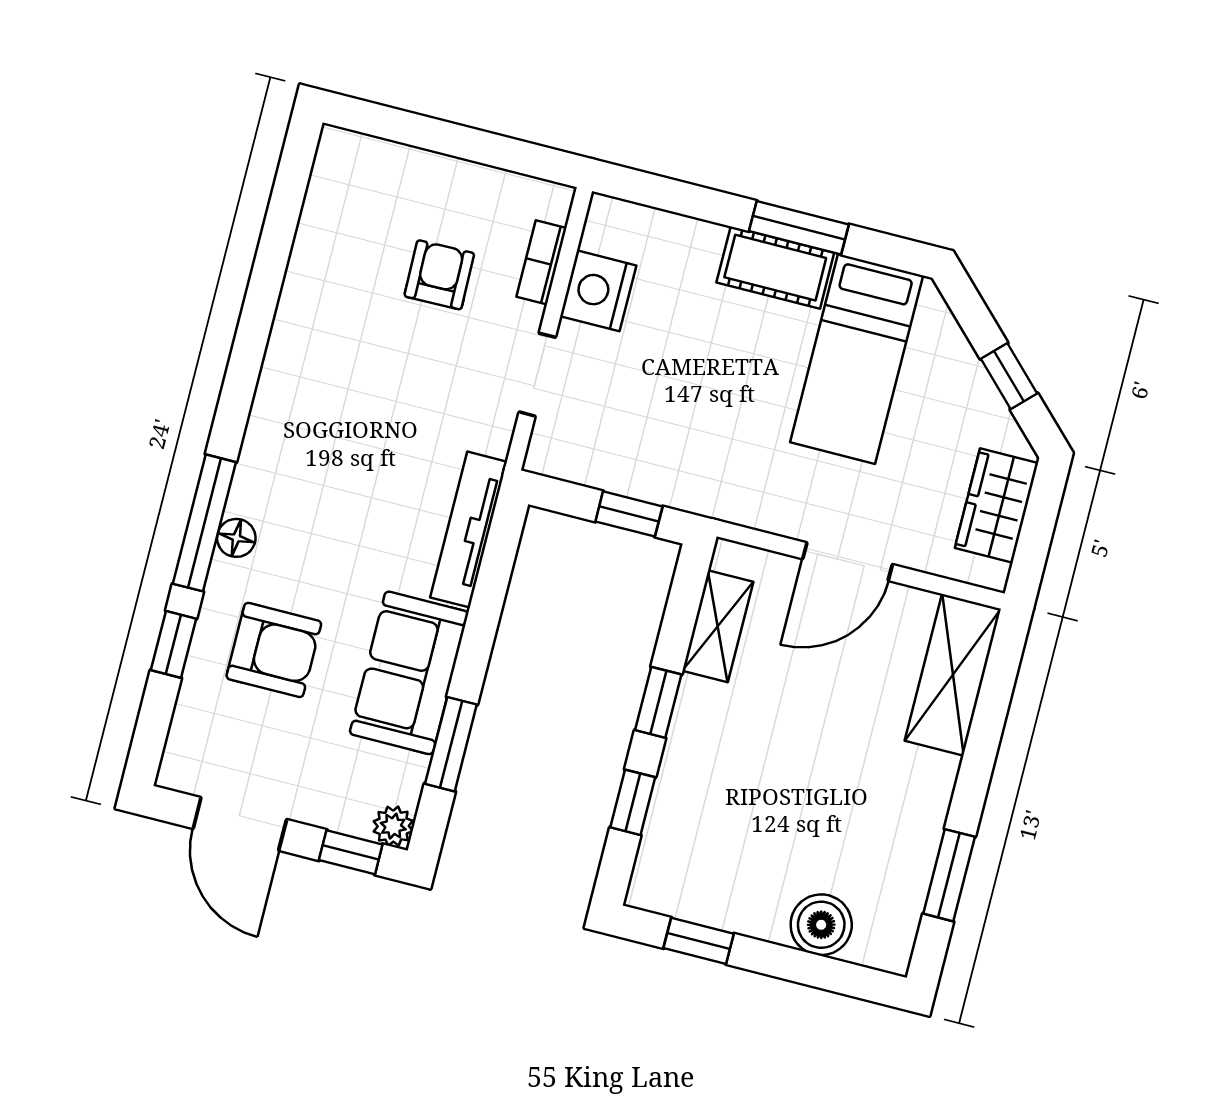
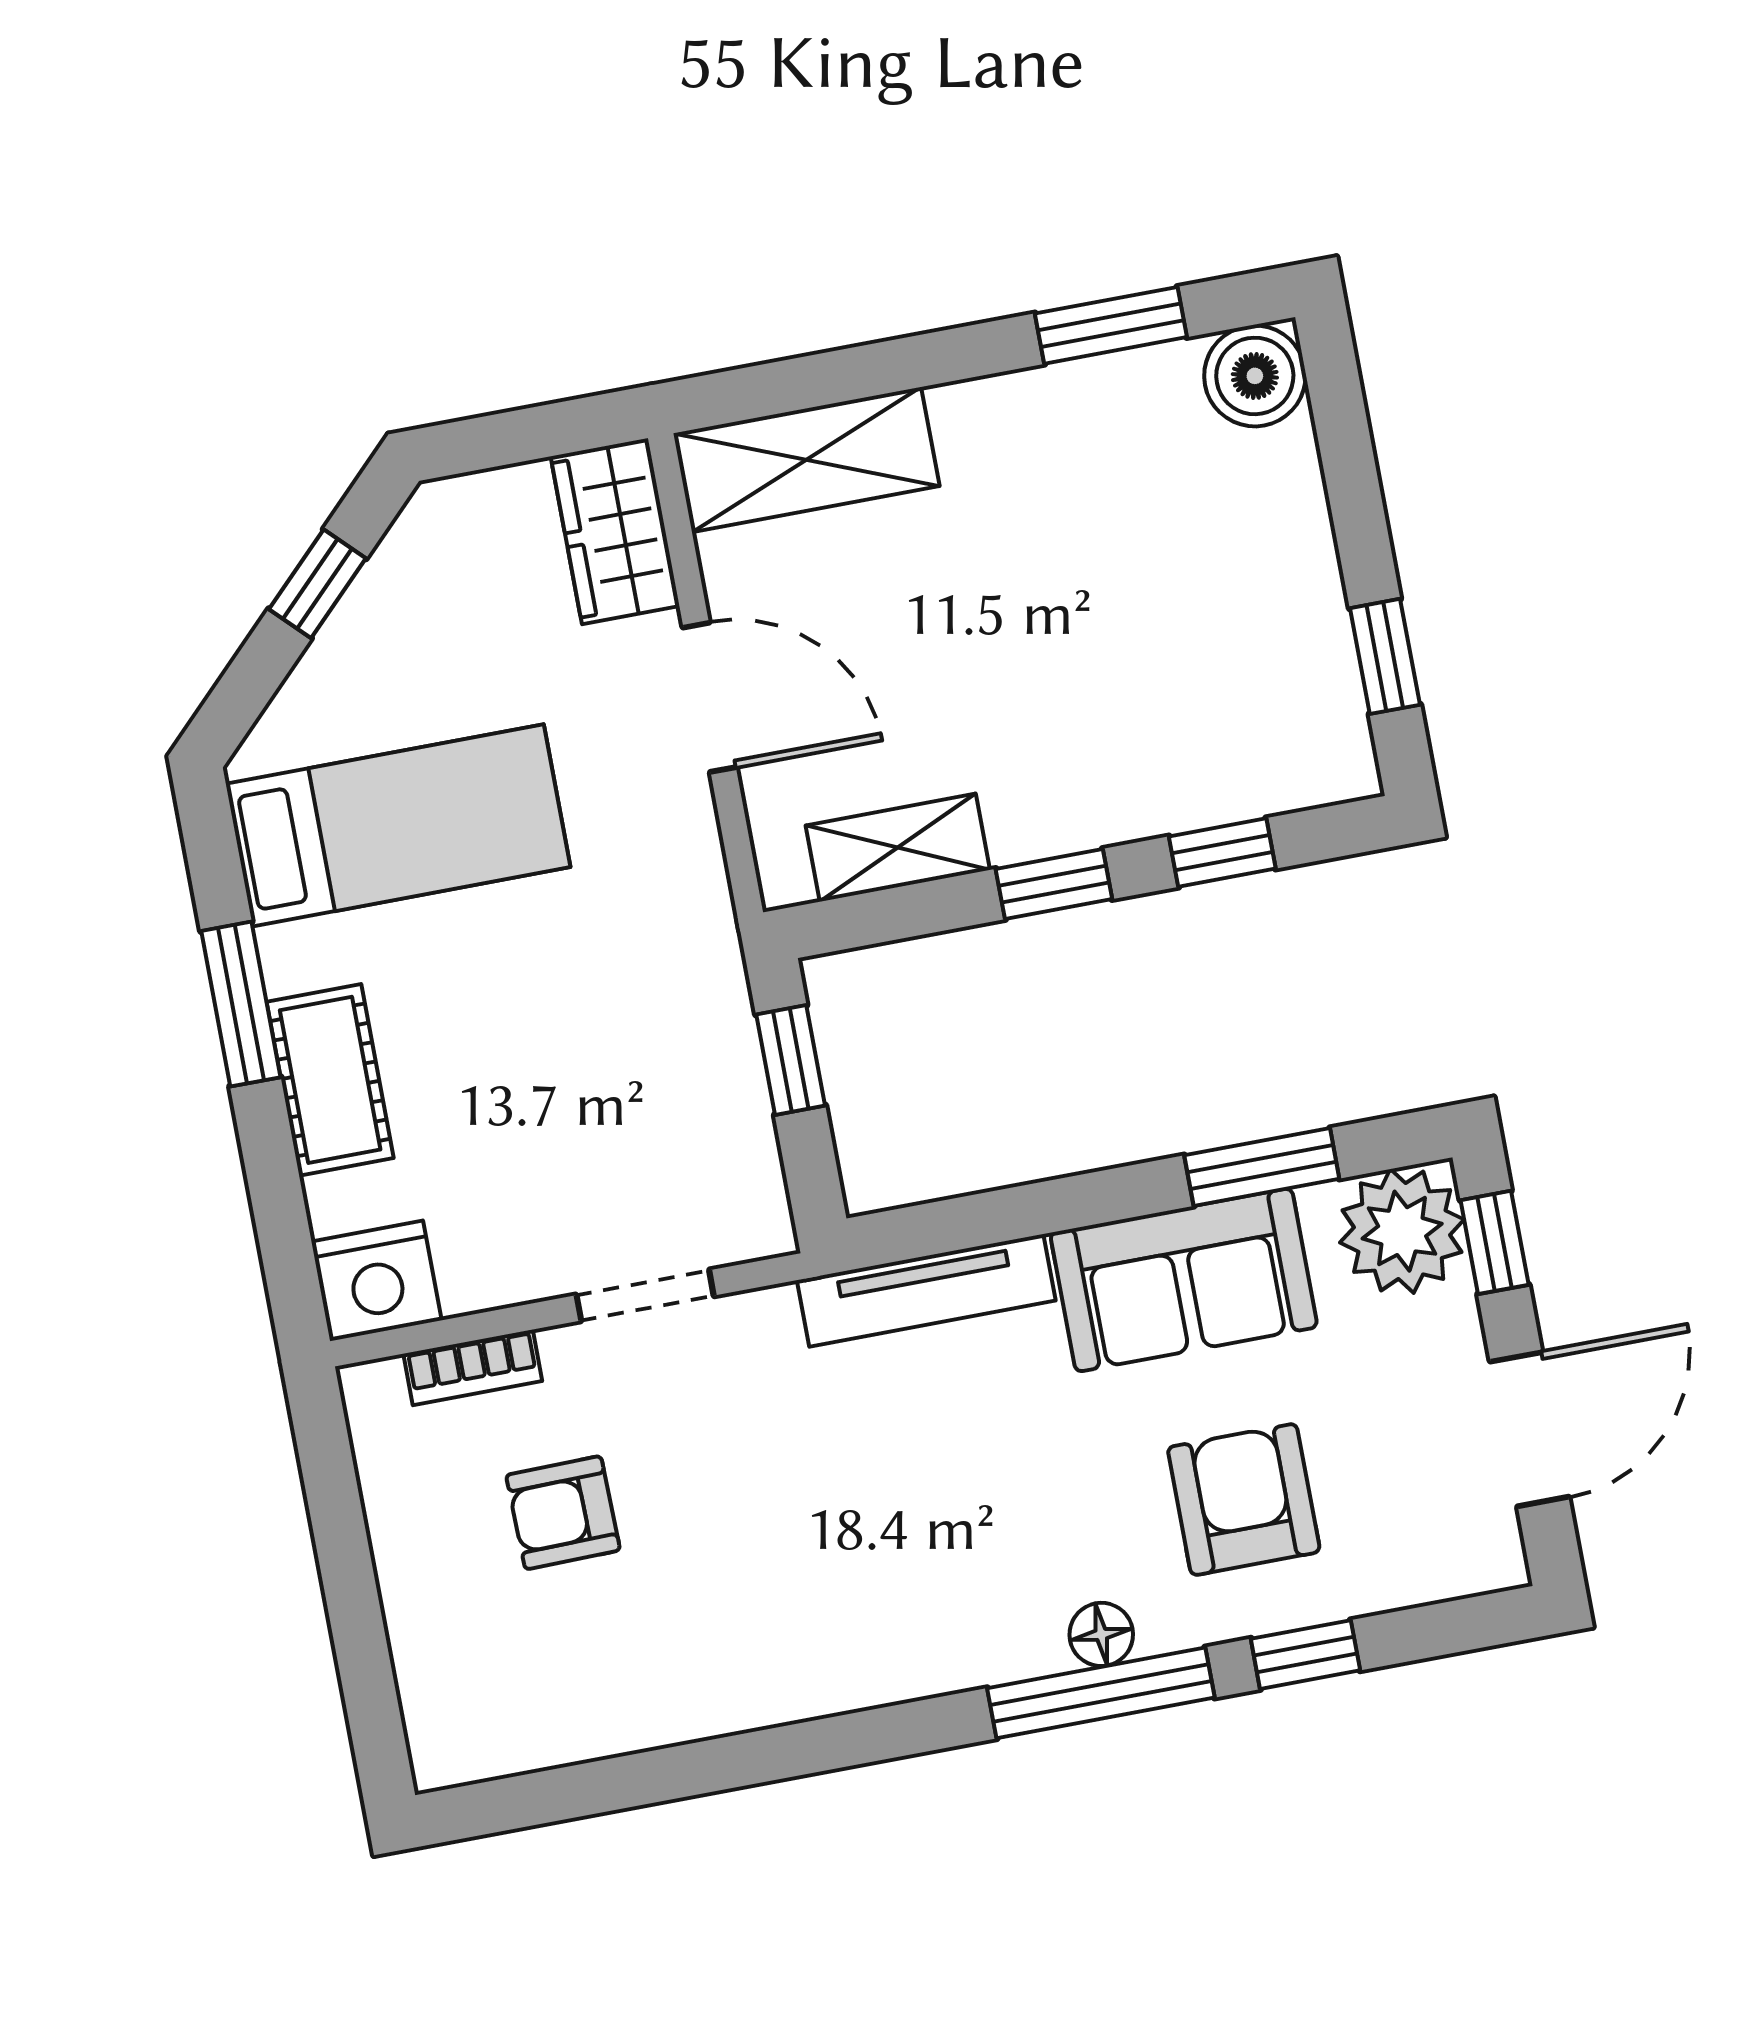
cot: (775, 268) -> (330, 1080), moved
nightstand: (598, 291) -> (376, 1281), moved
wardrobe: (996, 505) -> (615, 531), moved, turned 90
plant: (393, 826) -> (1402, 1231), width x1.88, depth x1.88
boiler: (821, 925) -> (1255, 376), moved

